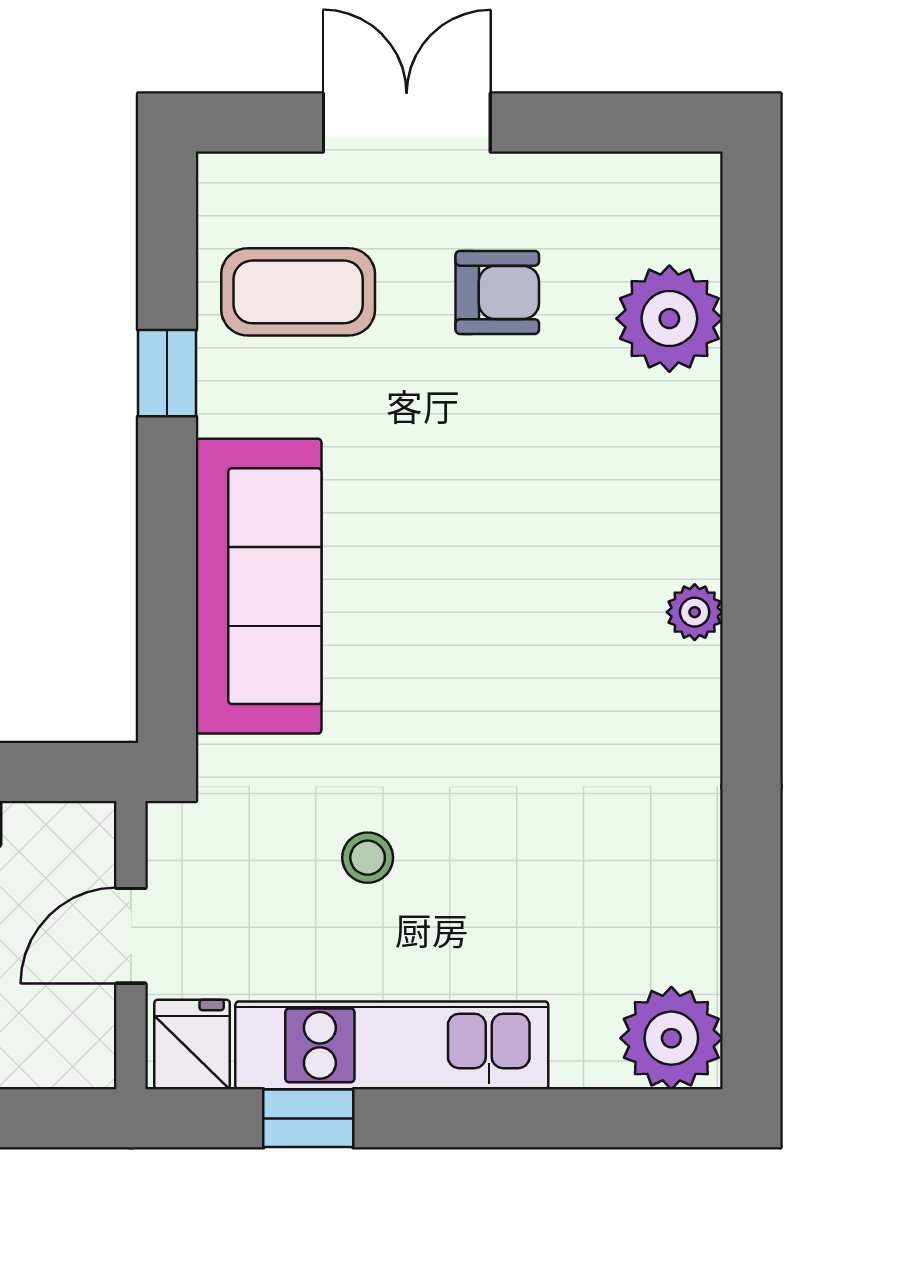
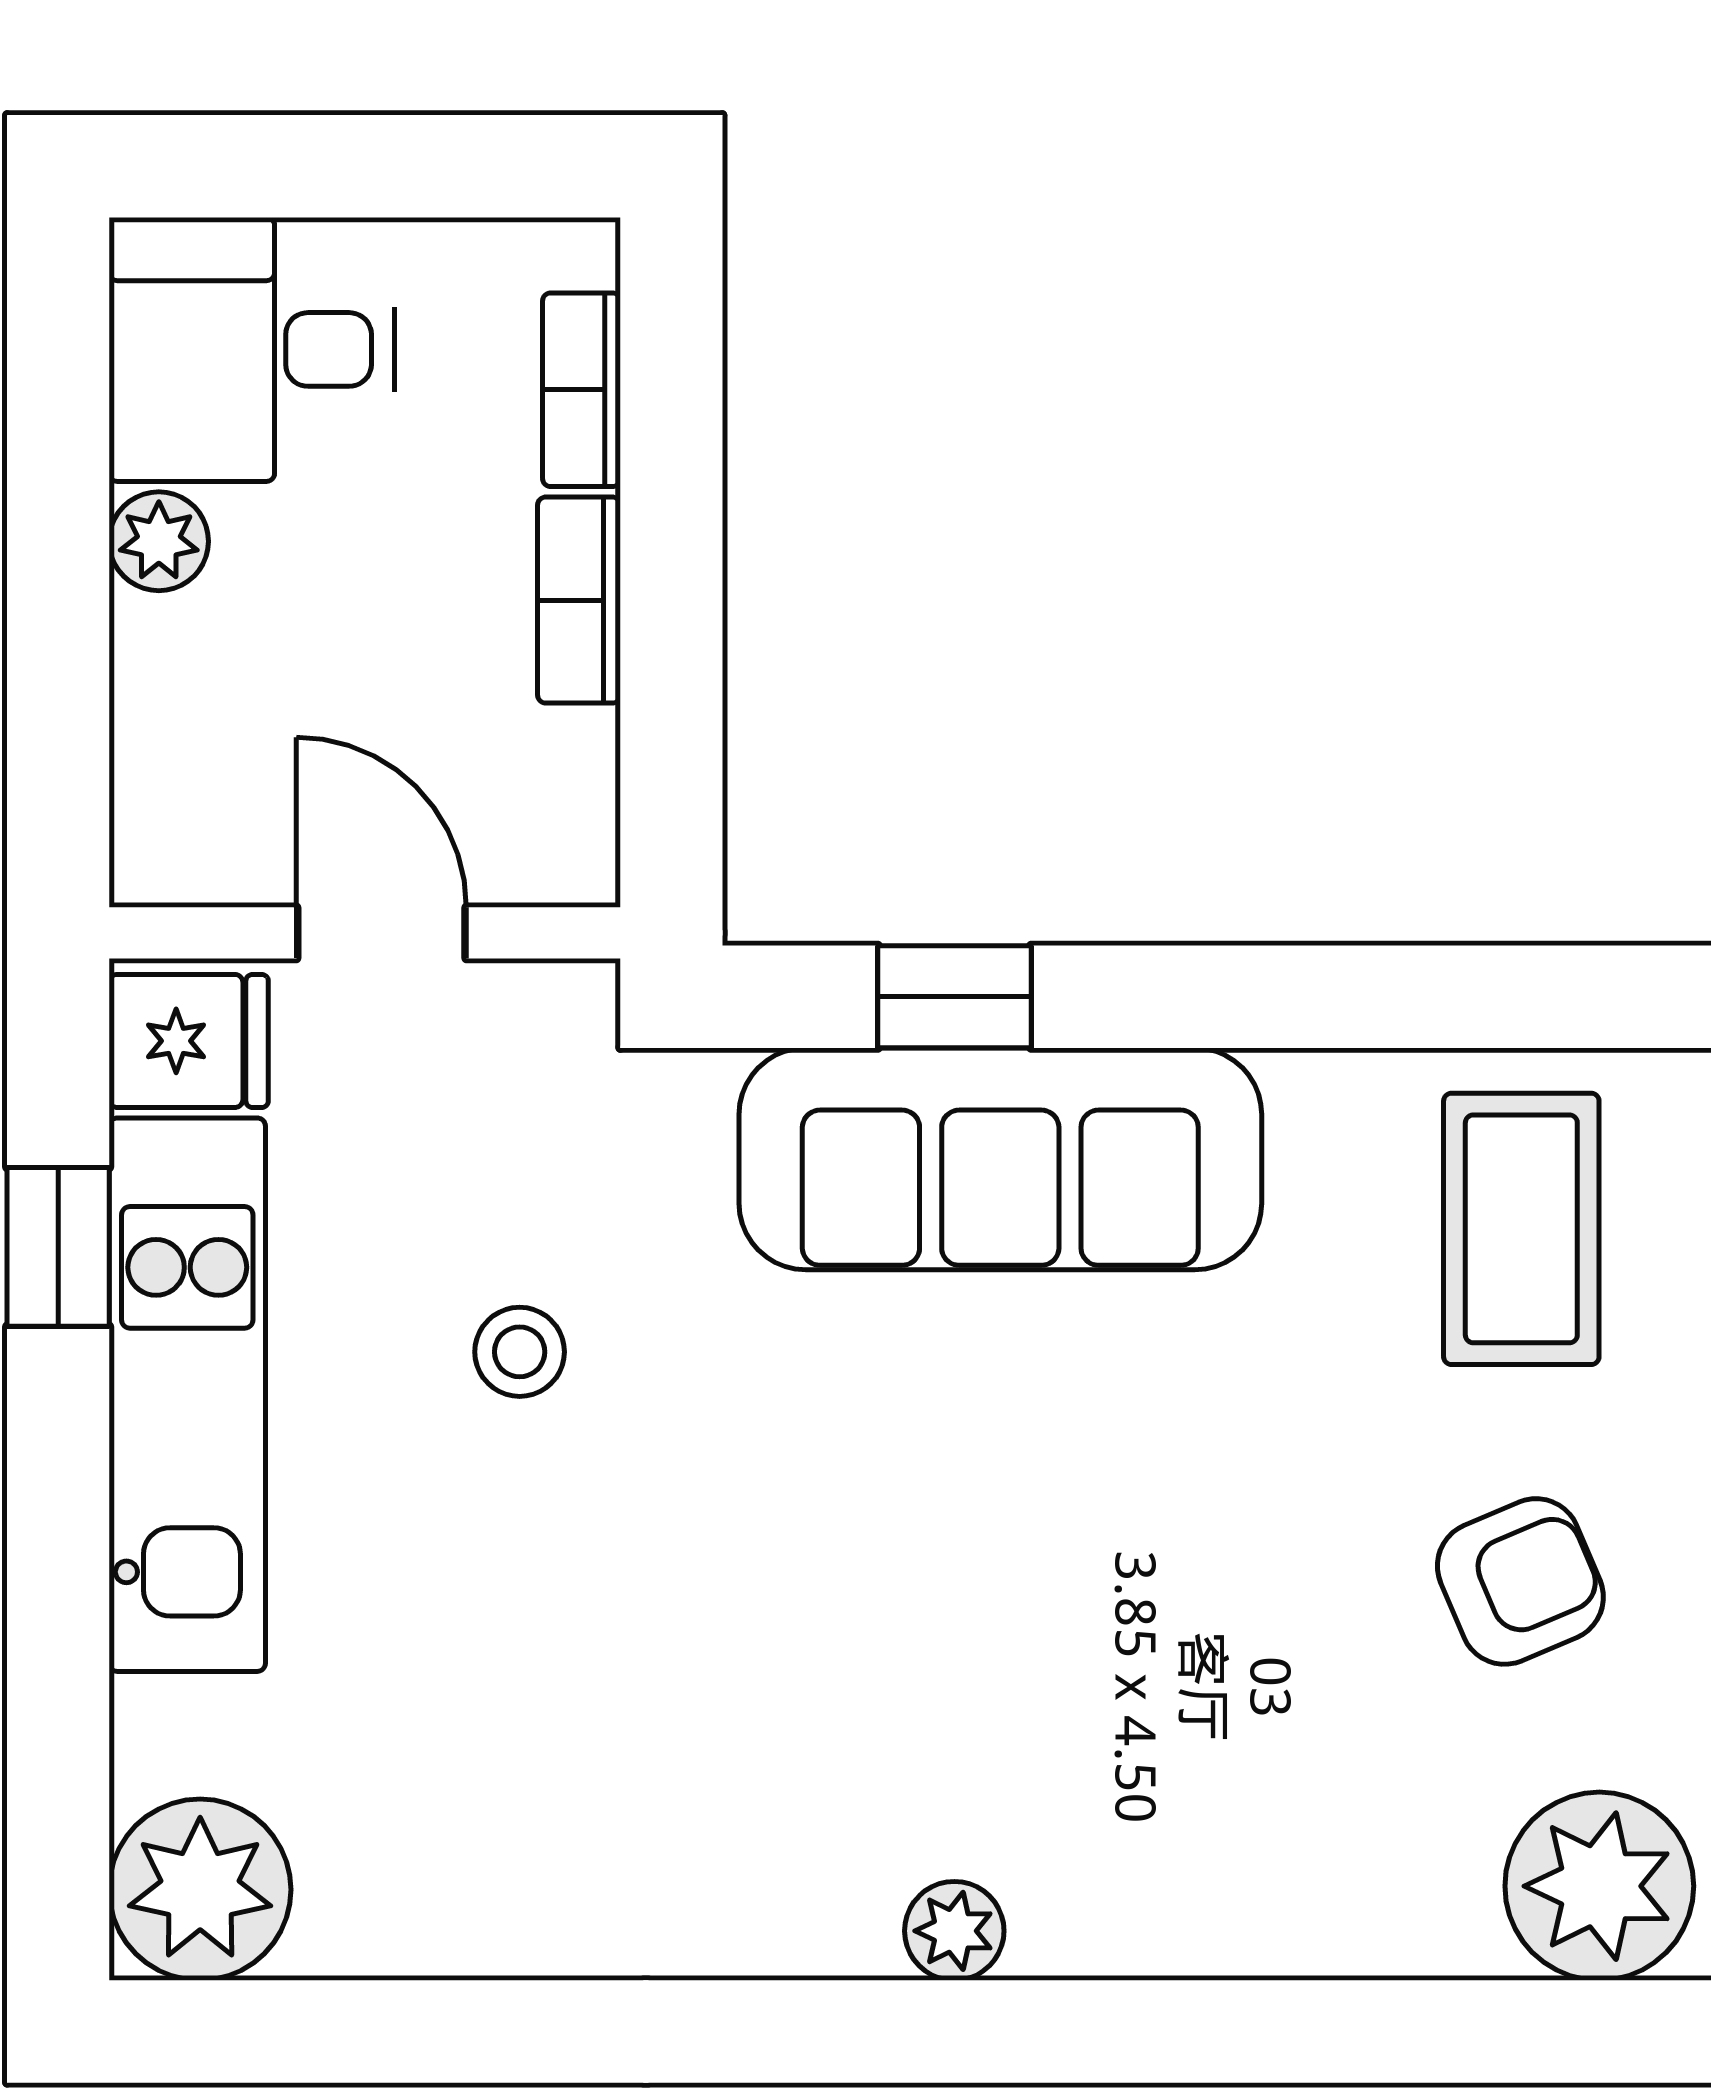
armchair: (497, 292) -> (1520, 1581), turned -113
plant: (669, 319) -> (1599, 1886), moved
window: (167, 373) -> (954, 997), moved

